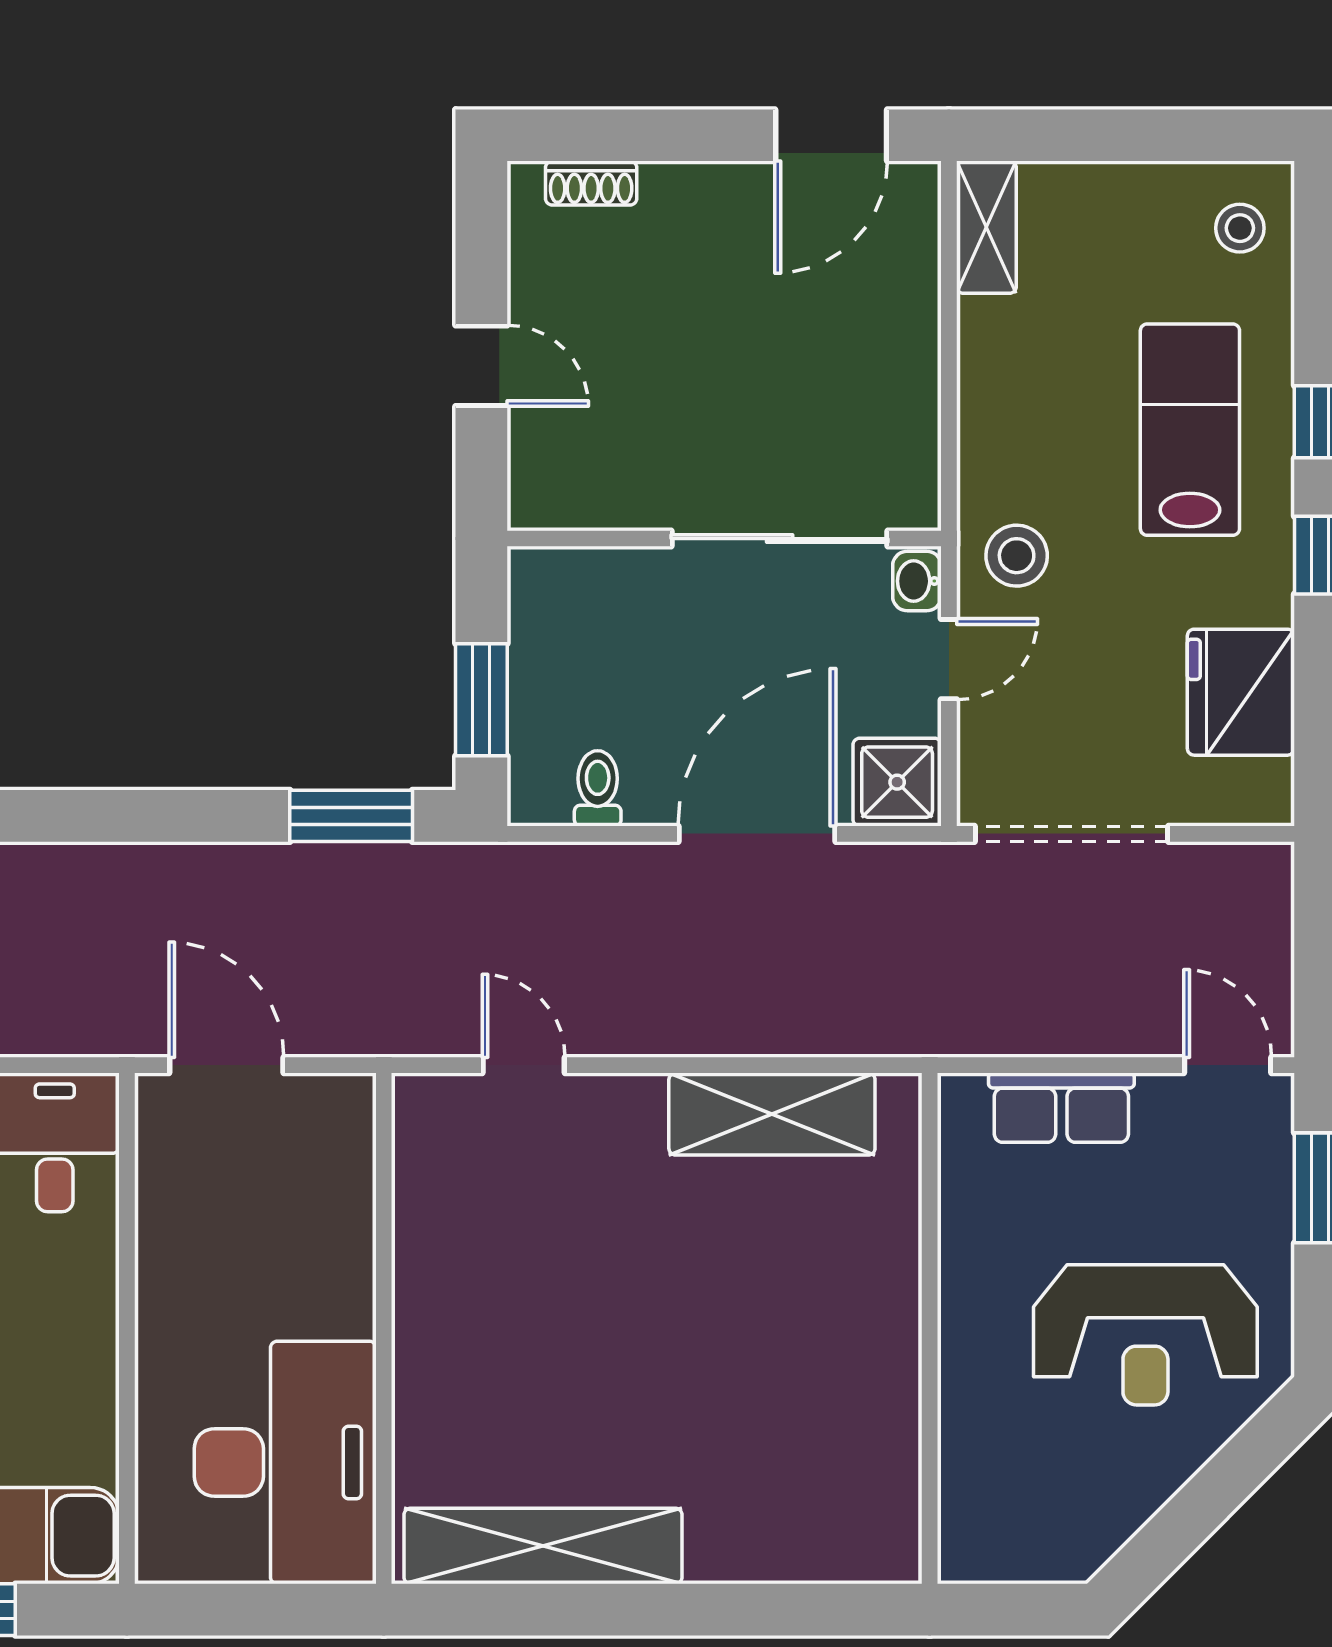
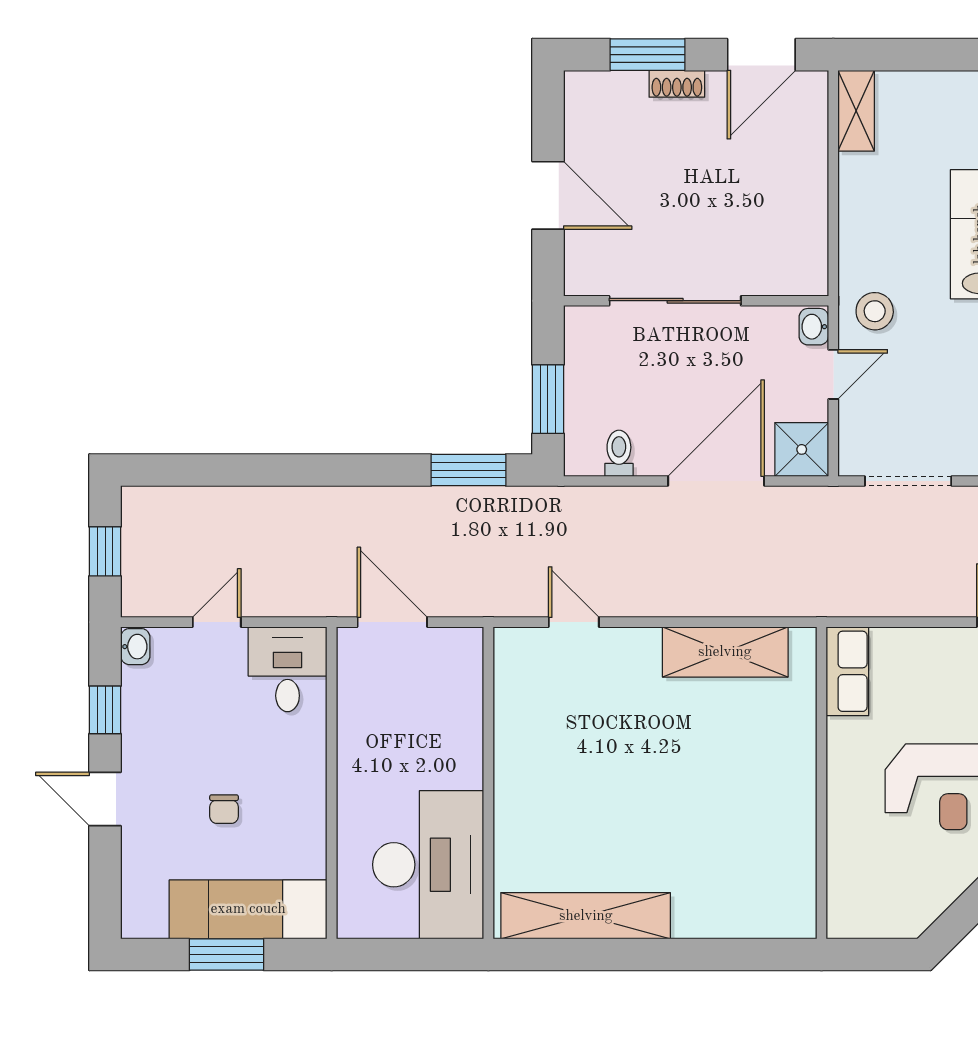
window: (644, 135) -> (647, 55), added
shoe rack: (591, 183) -> (677, 84), moved
door: (481, 366) -> (548, 195), width x1.38
sliding door: (780, 539) -> (675, 301), moved
doorway: (1071, 834) -> (908, 481), width x0.73
row of seats: (1061, 1108) -> (847, 671), moved, turned -90

